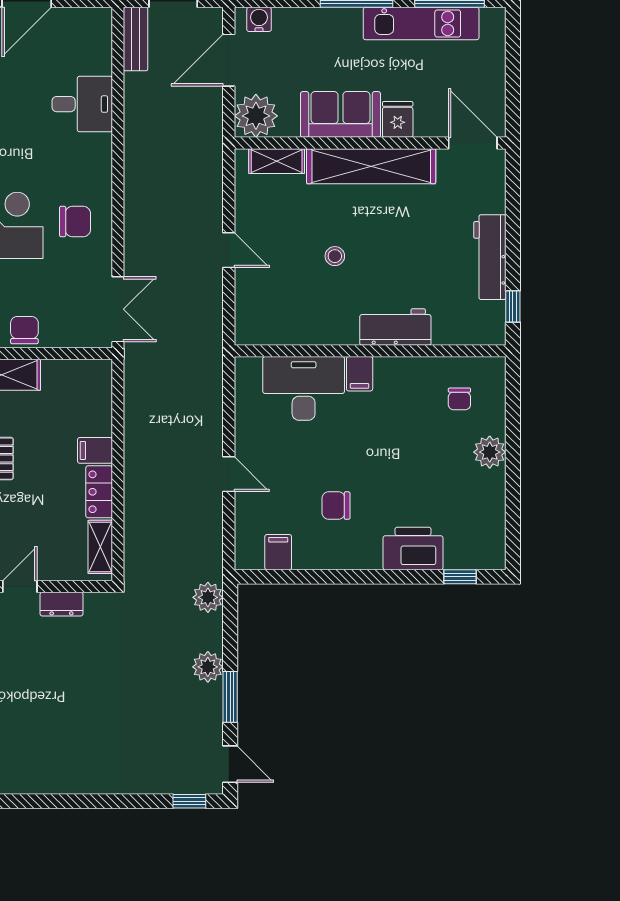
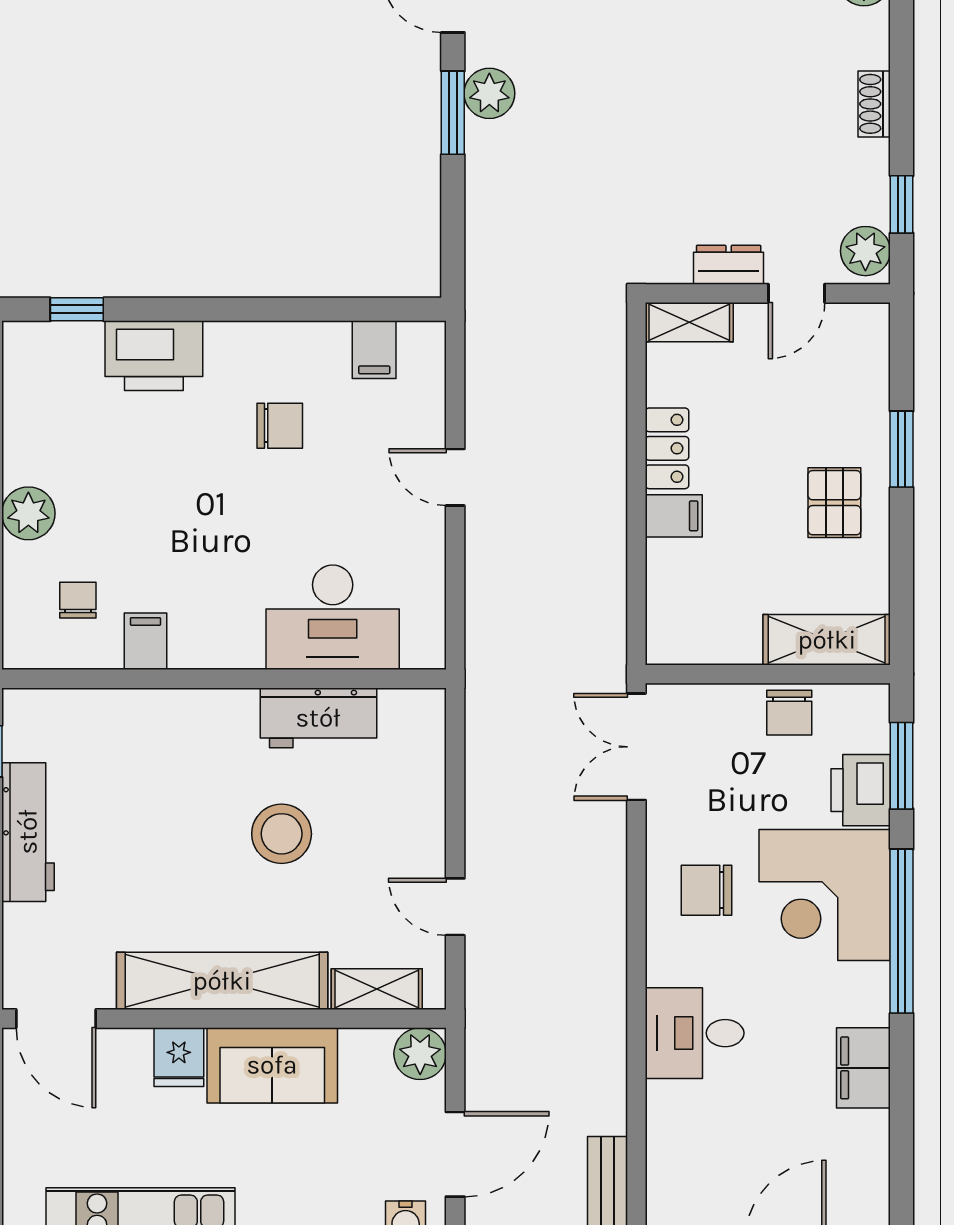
desk: (82, 104) -> (695, 1033), moved
plant: (256, 116) -> (420, 1054), width x0.73, depth x0.73
door: (229, 250) -> (455, 907), moved
stool: (335, 256) -> (282, 834), width x1.89, depth x1.89
workbench: (395, 327) -> (318, 718), moved
filing cabinet: (360, 374) -> (145, 641), moved
shelving: (100, 547) -> (689, 322), moved, turned 90
plant: (208, 597) -> (489, 276), removed
plant: (208, 667) -> (489, 93), moved

